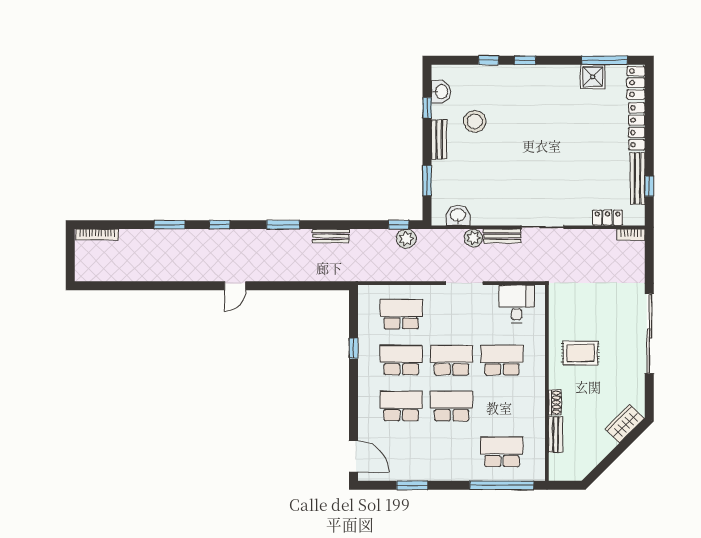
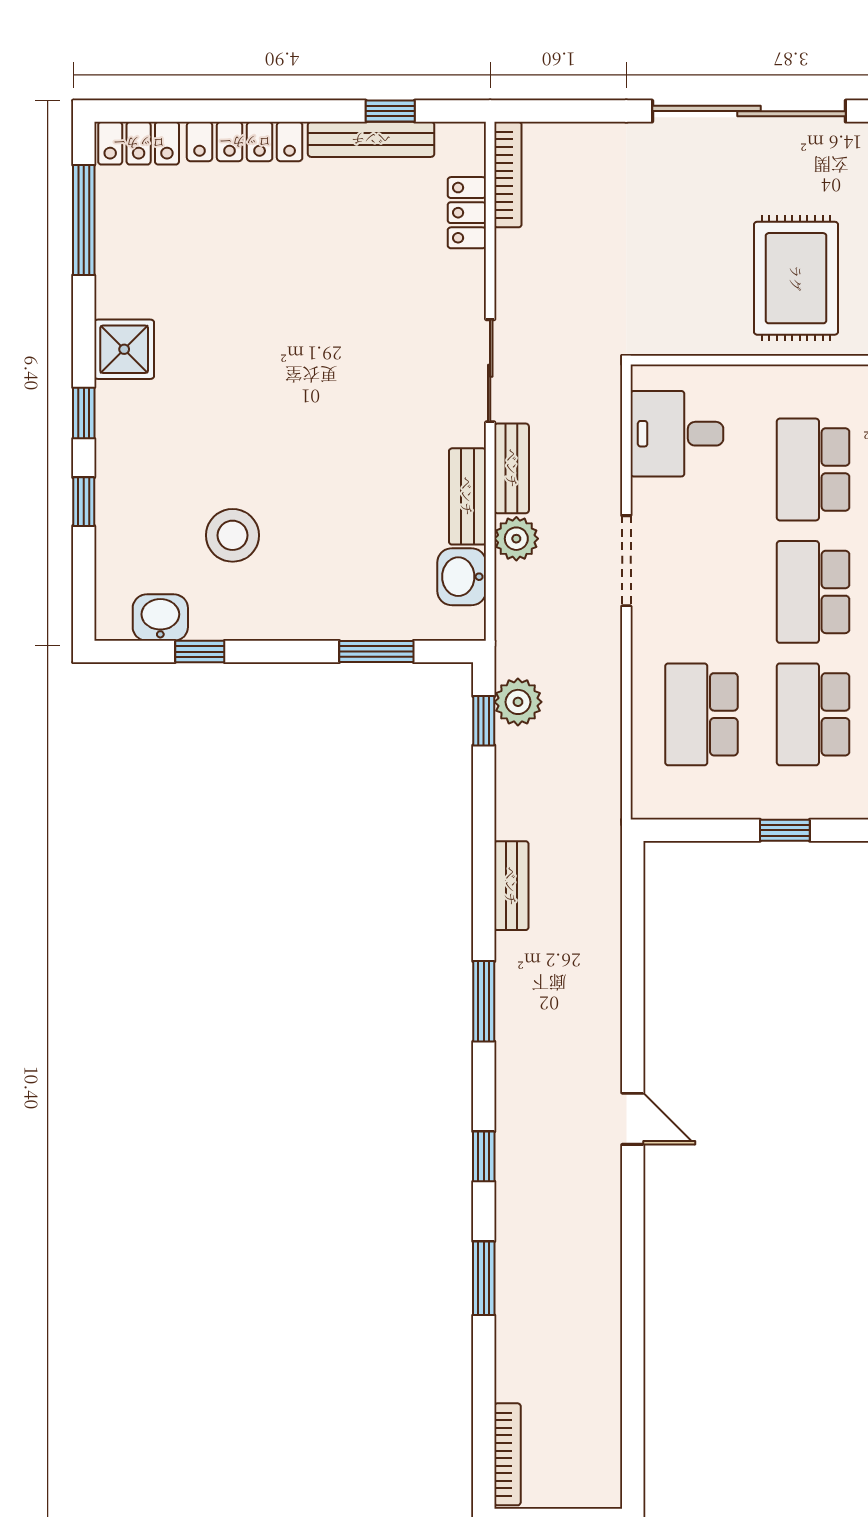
shower: (593, 77) -> (124, 349), moved
bench: (439, 139) -> (467, 496), moved, turned 90
bookcase: (631, 235) -> (508, 175), width x1.56
rug: (581, 353) -> (796, 278), width x1.36, depth x1.43

